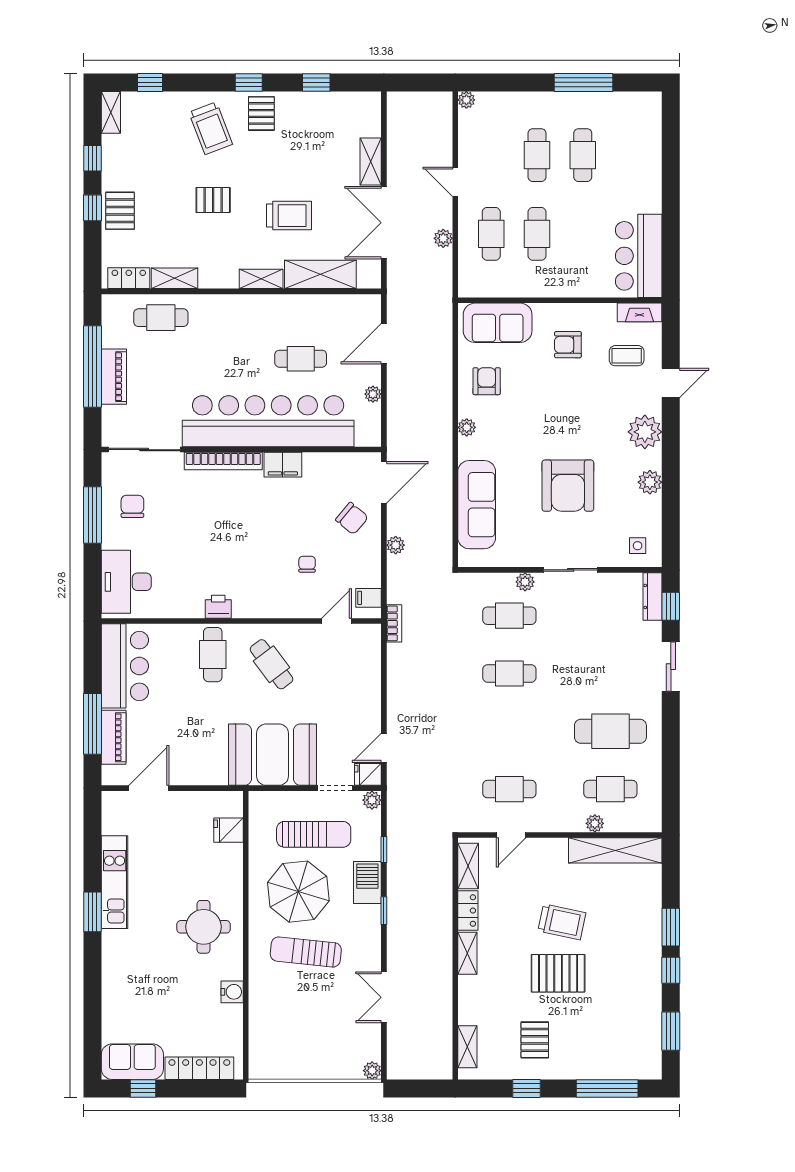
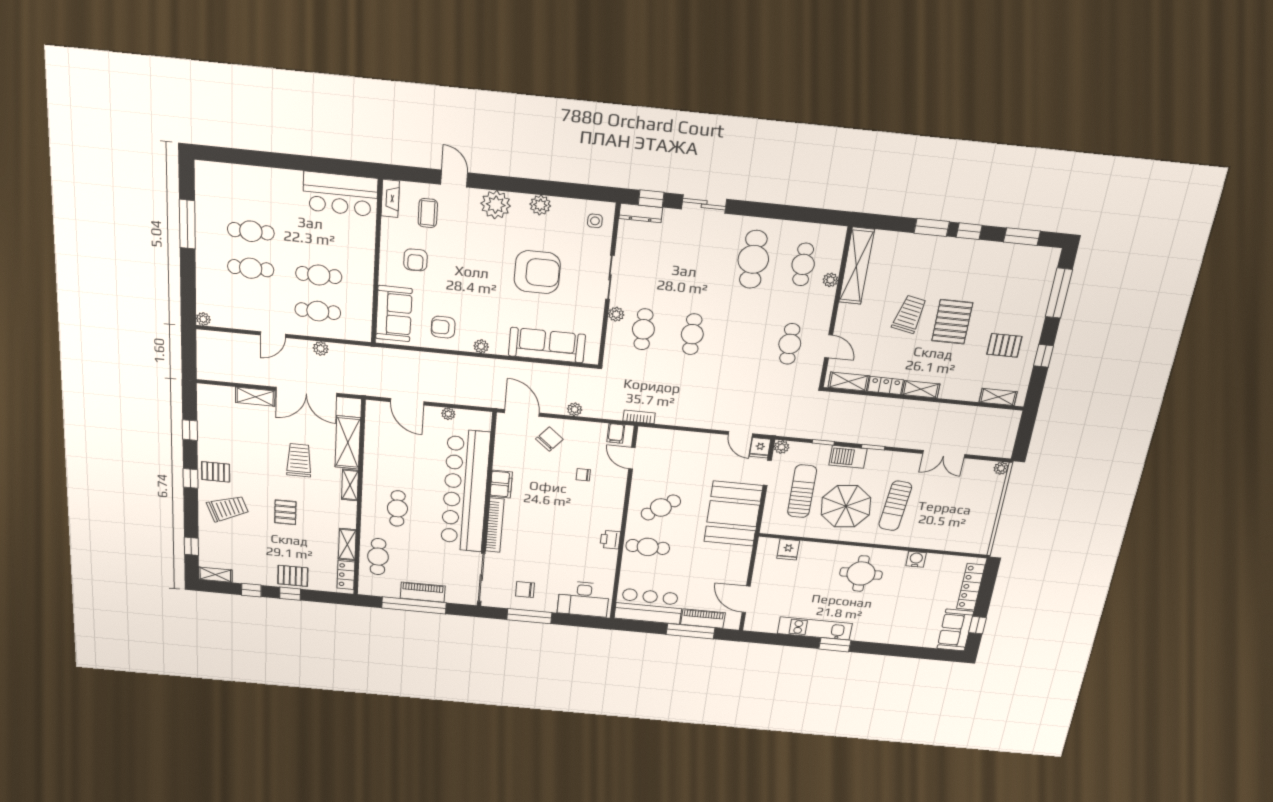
cafe table: (301, 359) -> (397, 508), moved

